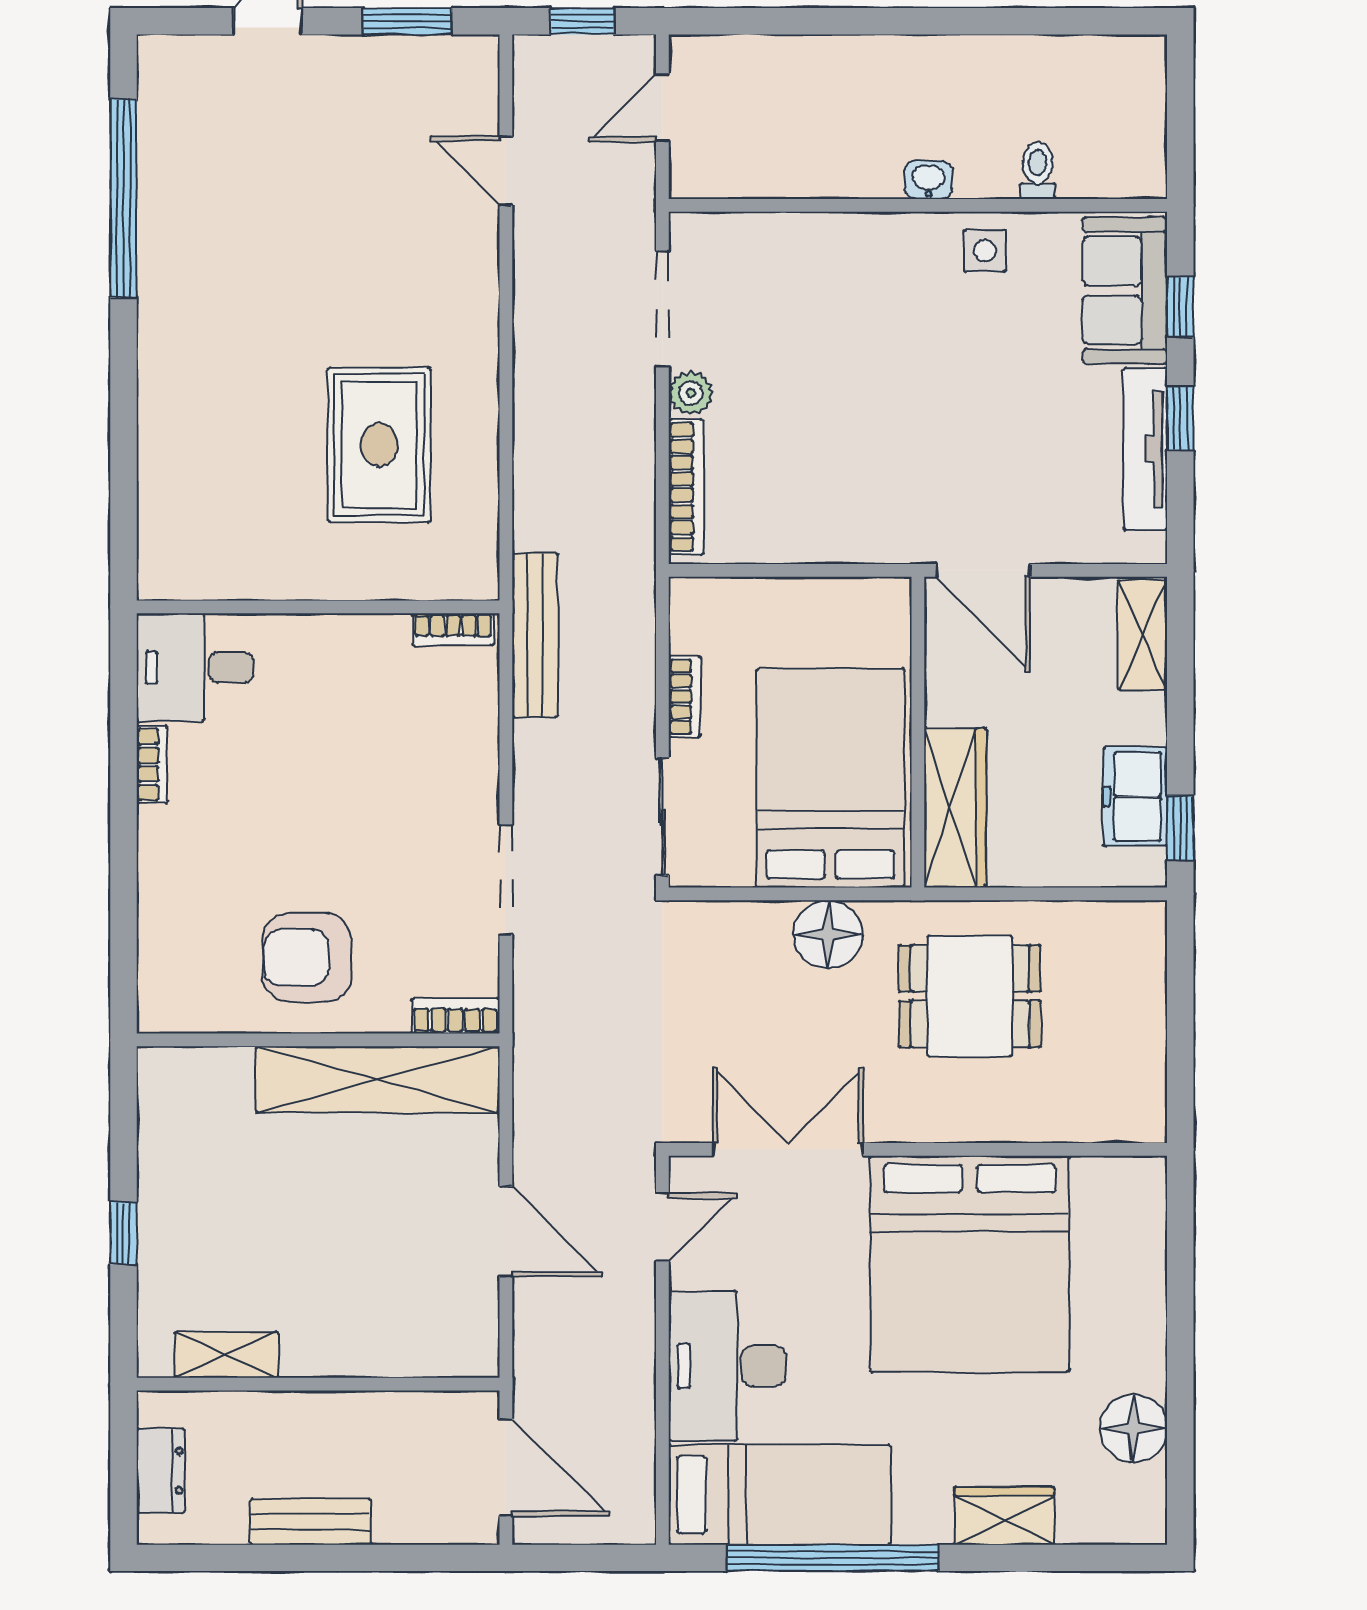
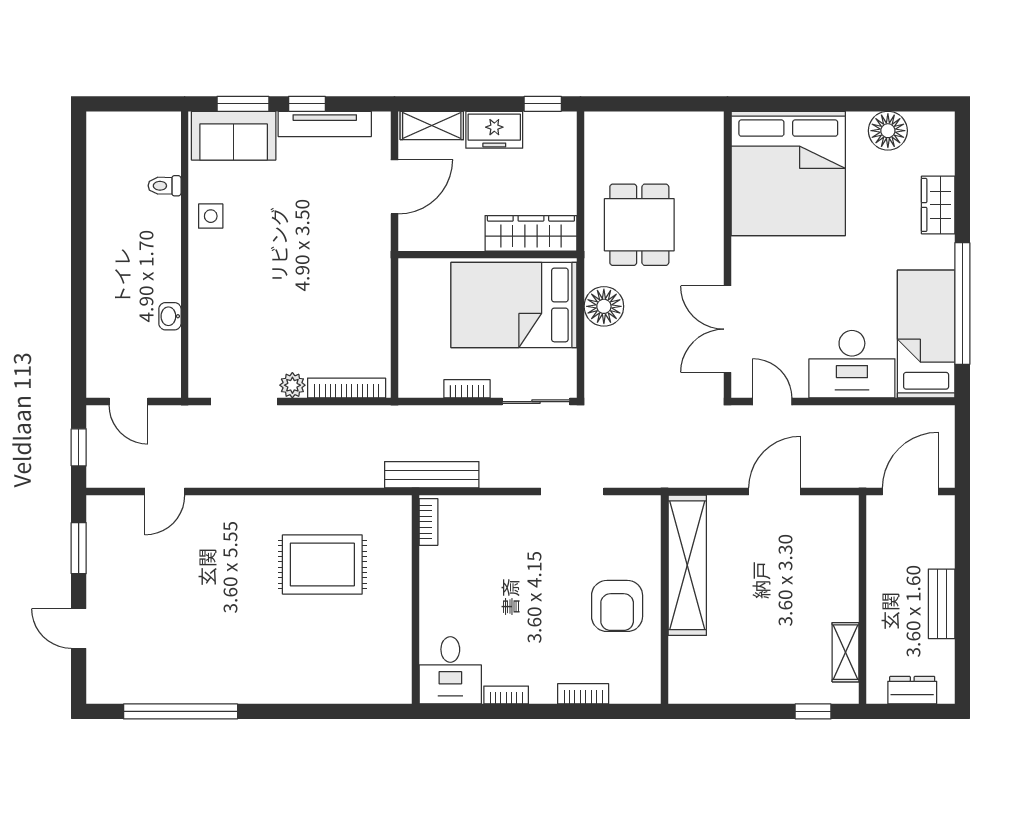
washbasin: (929, 180) -> (170, 316), moved
window: (1180, 307) -> (243, 104), width x1.50
door: (983, 570) -> (395, 187), moved
freezer: (1135, 797) -> (494, 130), moved
bookcase: (455, 1016) -> (583, 694), moved, turned 90
window: (123, 1233) -> (813, 711), moved
bed: (970, 1264) -> (788, 173), moved, turned 90

